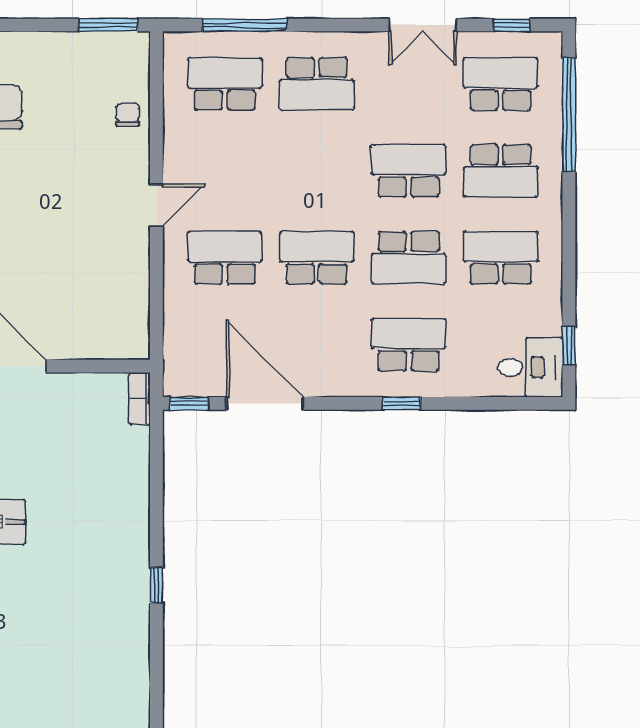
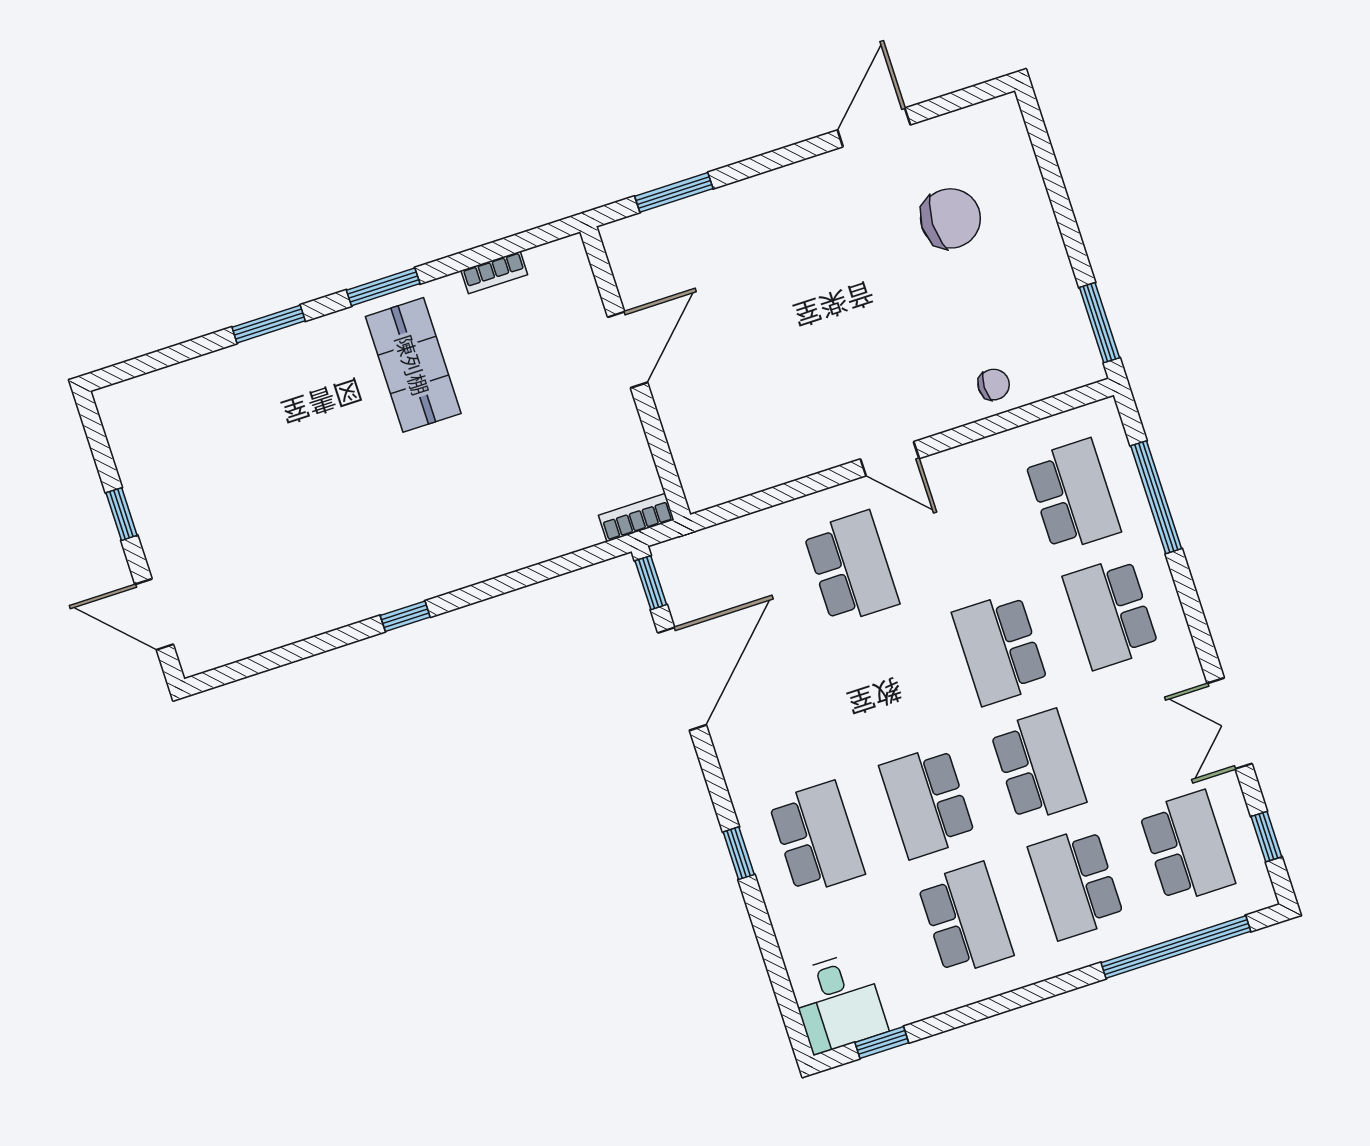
school desk: (317, 258) -> (1000, 649), moved, turned 180

